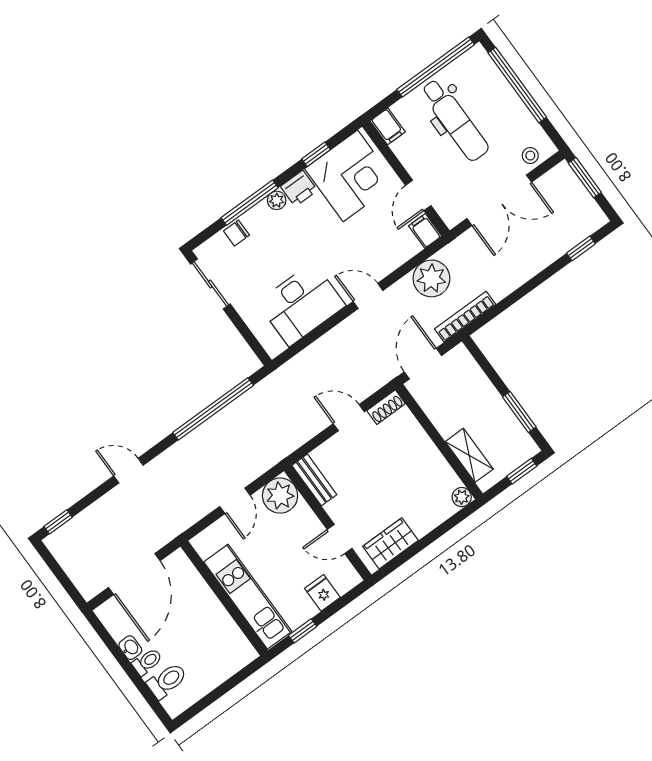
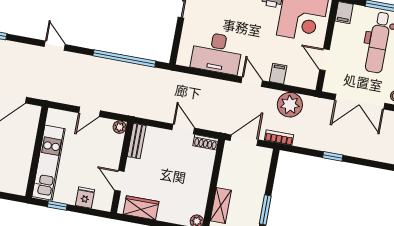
door: (418, 195) -> (324, 60), hinge flipped
filing cabinet: (425, 231) -> (278, 74), moved
window: (581, 248) -> (333, 156), moved
bookcase: (465, 317) -> (279, 138), width x0.64
plant: (280, 496) -> (120, 127), width x0.53, depth x0.53

